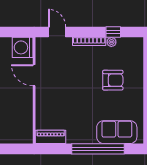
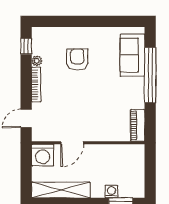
window: (113, 32) -> (26, 46), moved

